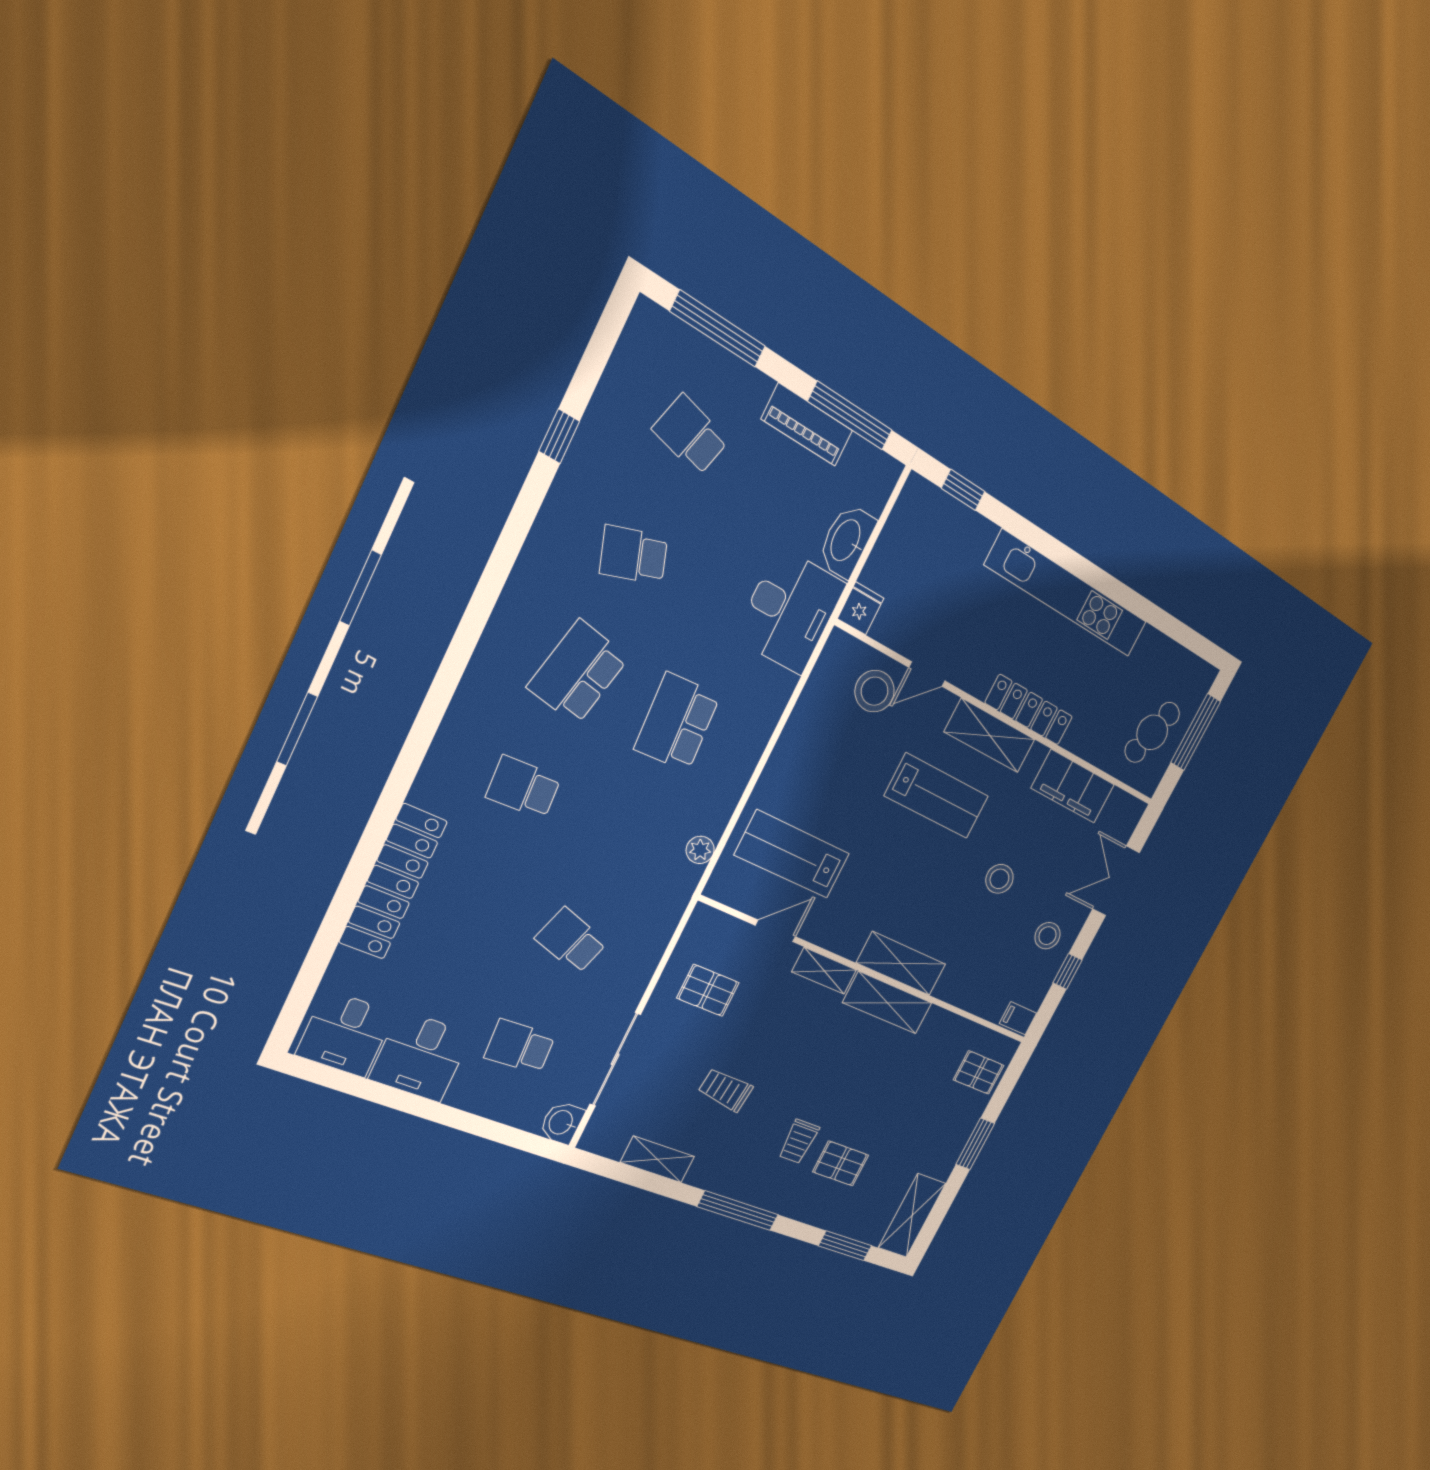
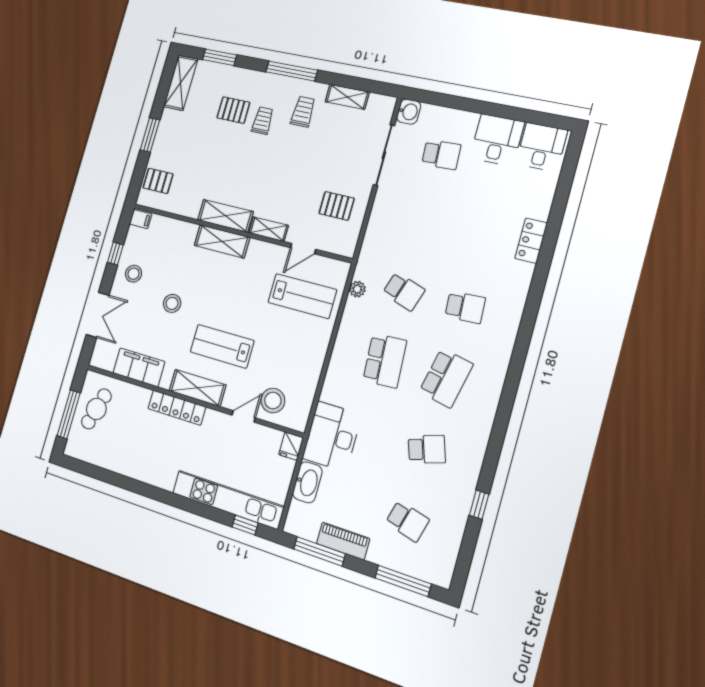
kitchen unit: (1067, 594) -> (228, 500), moved
locker: (393, 882) -> (531, 241), width x0.46, depth x0.83
school desk: (571, 941) -> (404, 291), moved
trolley: (725, 1090) -> (303, 112), moved, turned -96

